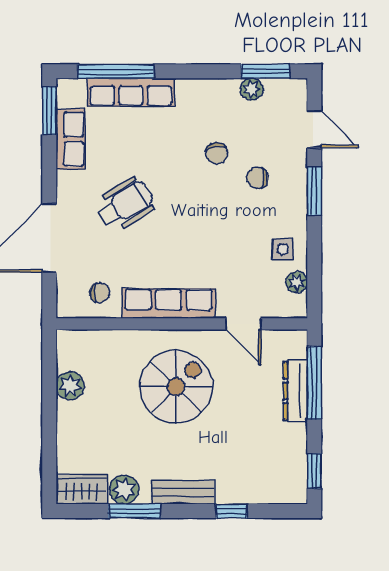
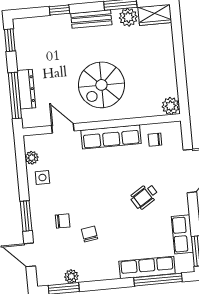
wheelchair: (125, 205) -> (144, 196), width x0.73, depth x0.73
plant: (70, 386) -> (171, 106), moved

